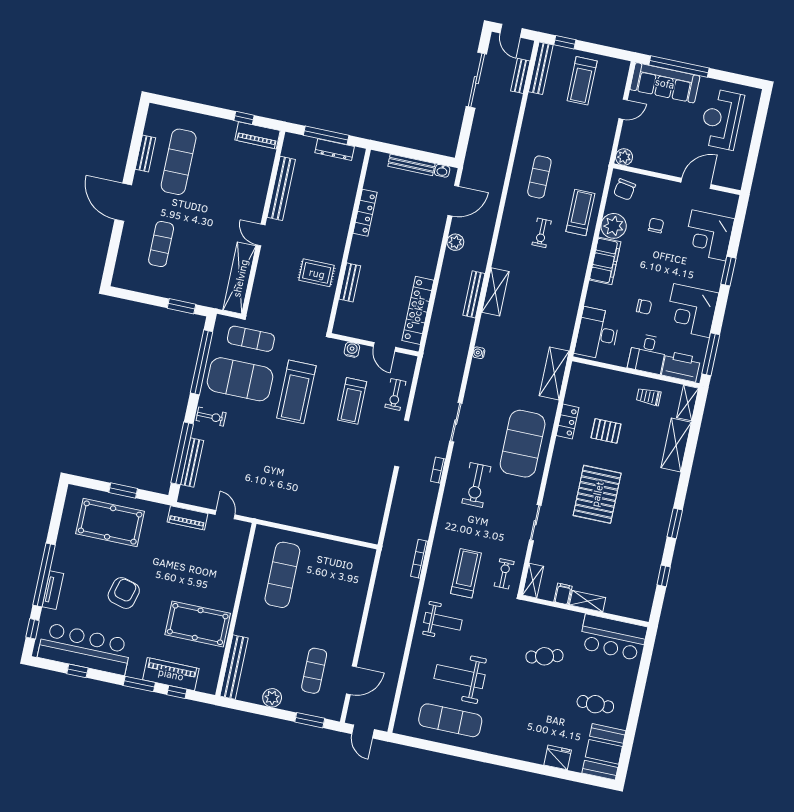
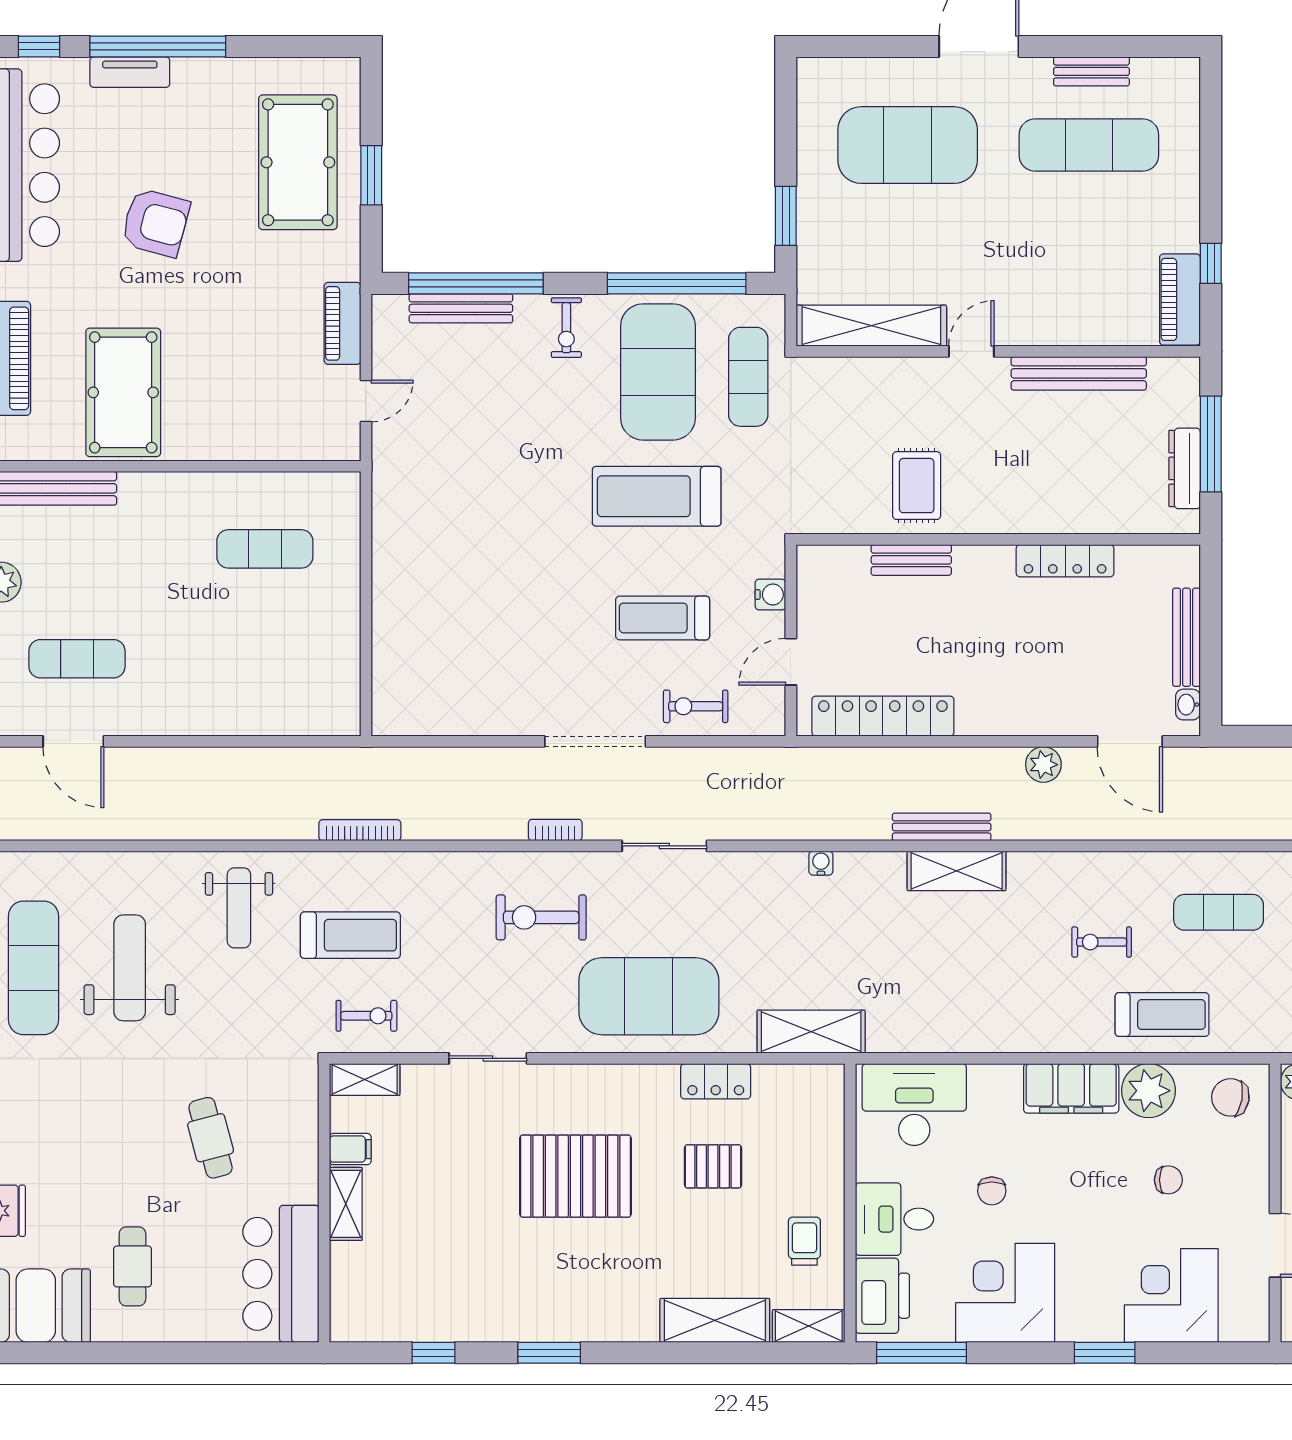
exercise mat: (161, 244) -> (908, 145), width x2.00, depth x1.45
pallet: (606, 431) -> (713, 1166), turned 90
exercise mat: (282, 575) -> (265, 549), width x0.73, depth x0.69

